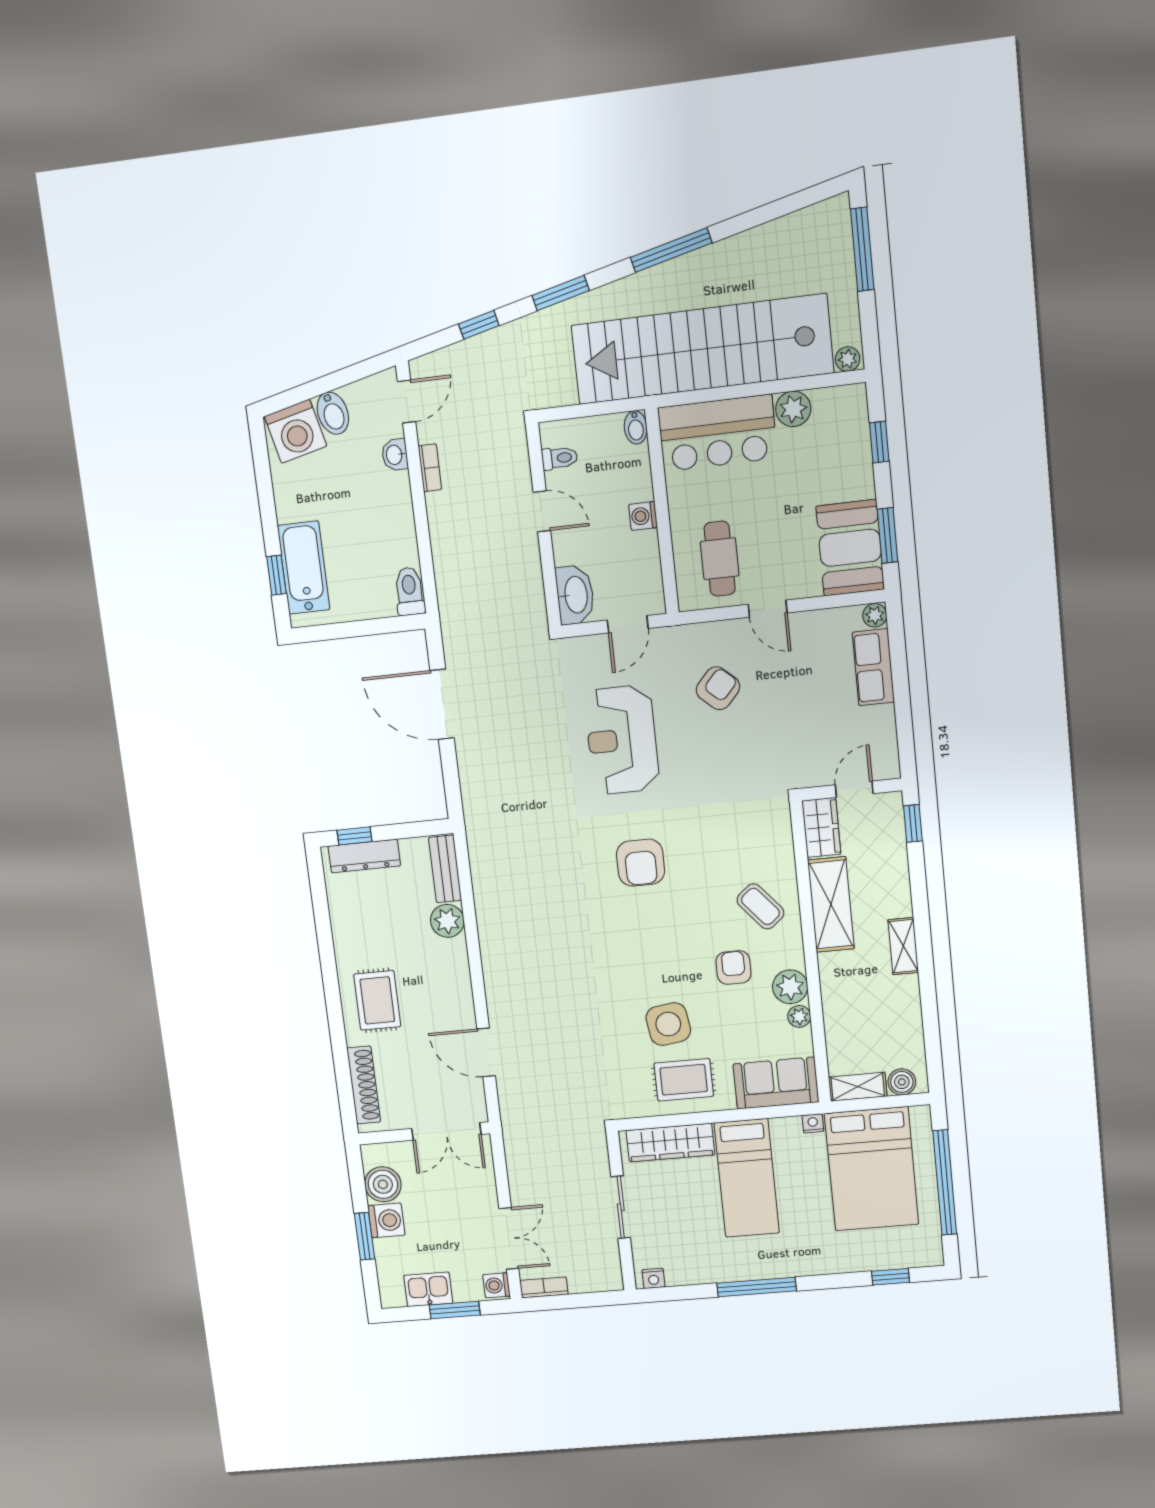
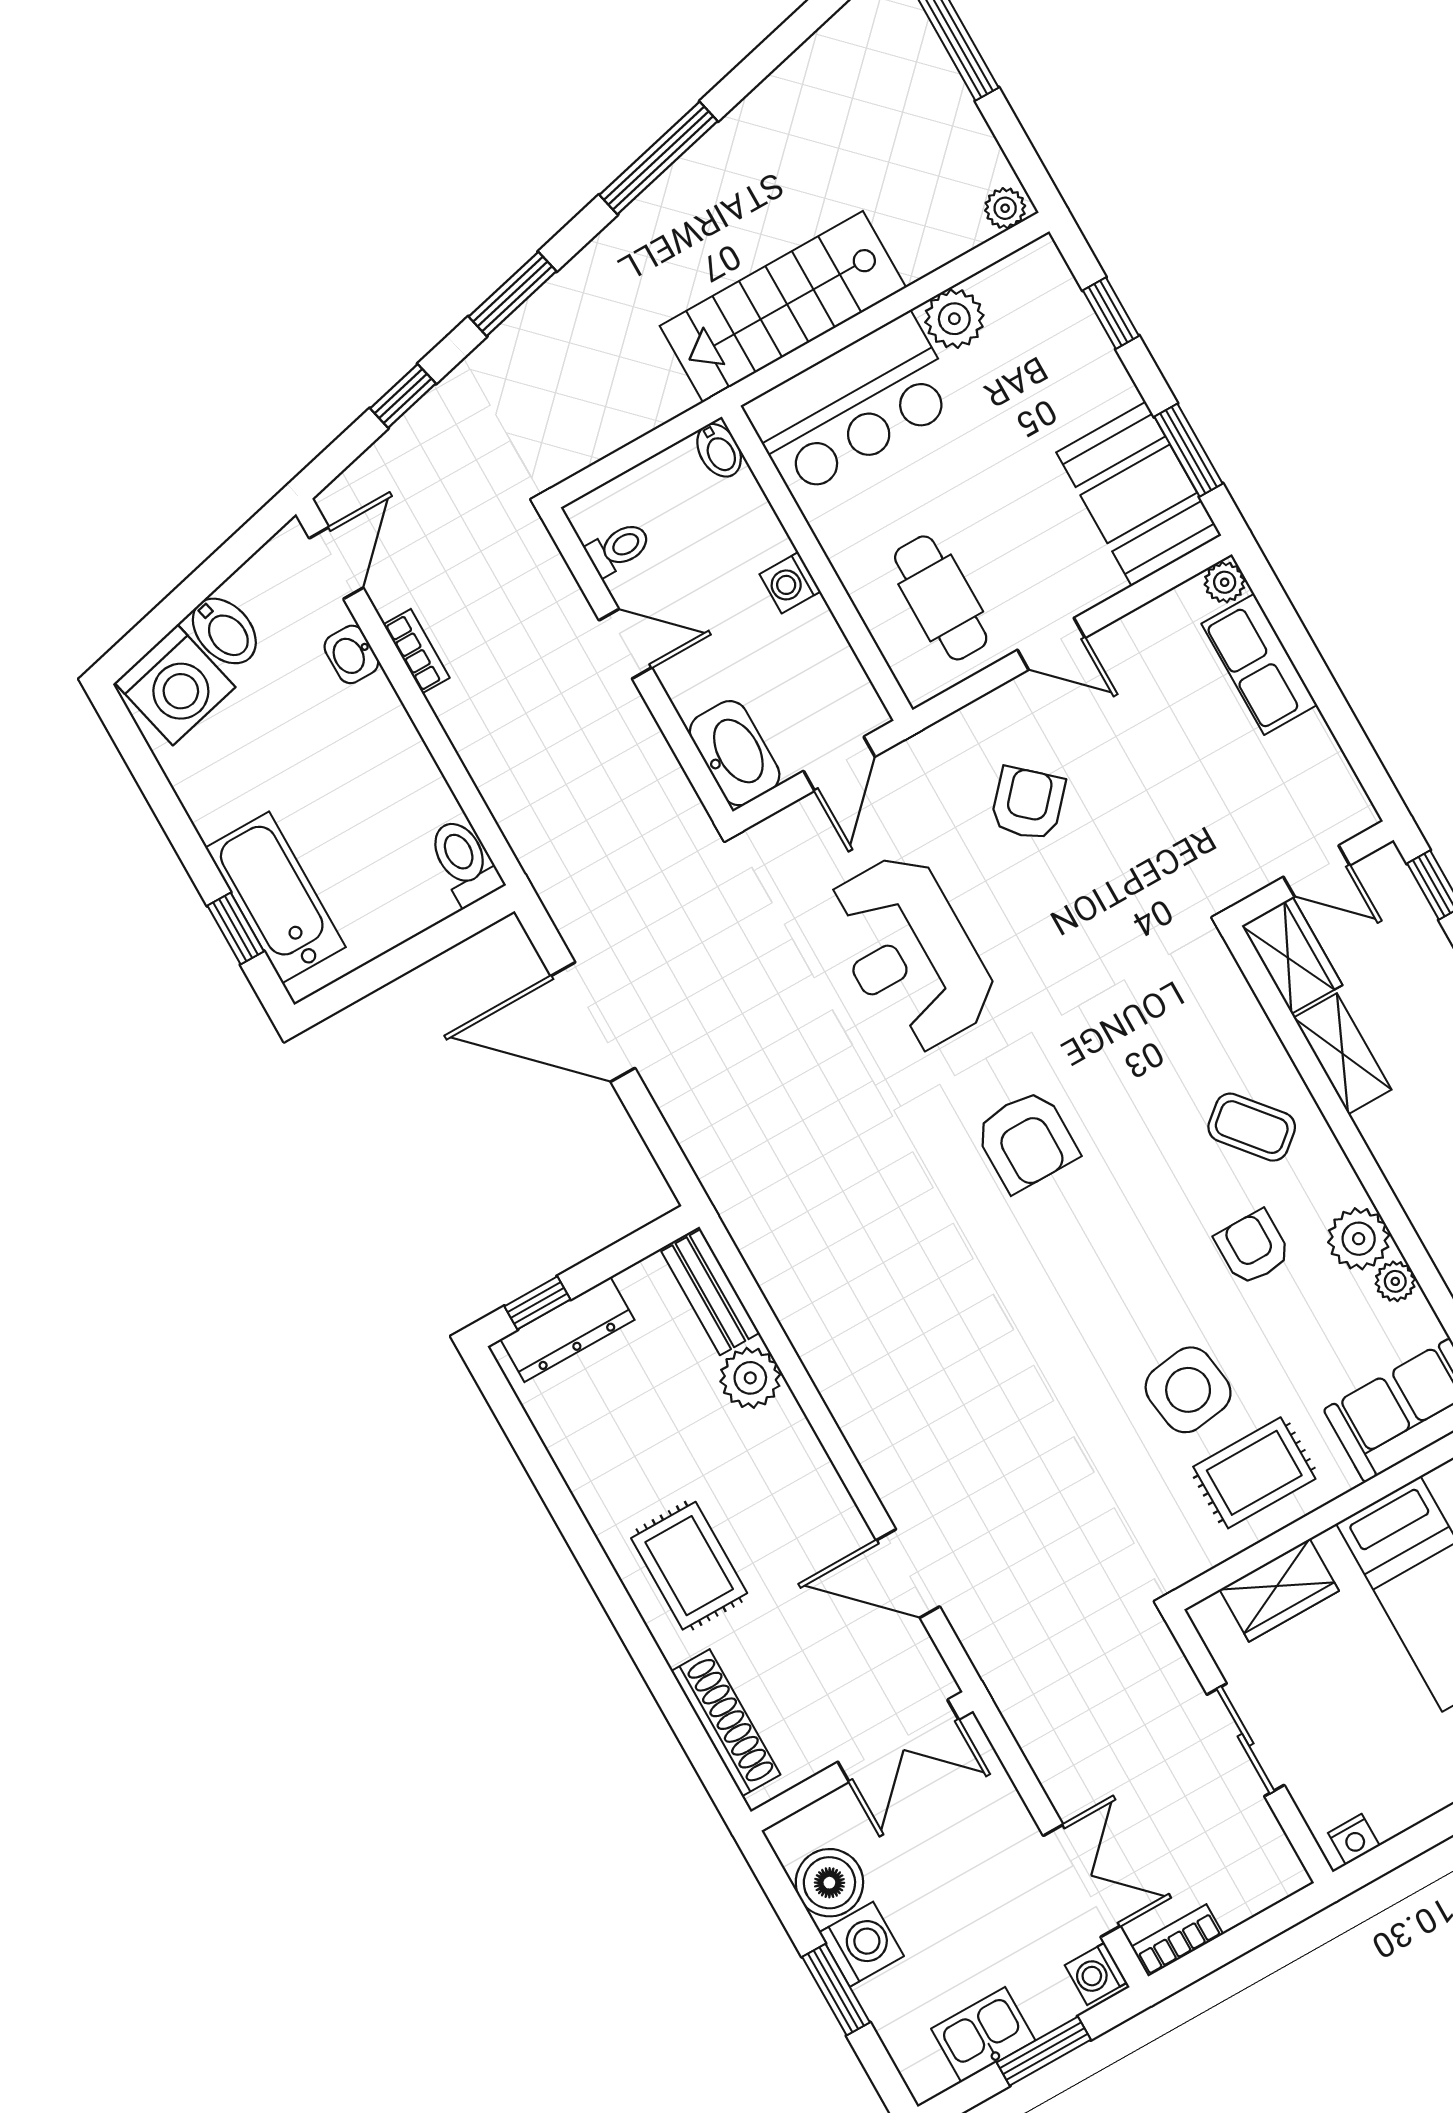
stairs: (702, 349) -> (783, 307), width x0.54, depth x0.66
door: (854, 789) -> (1317, 871), swing flipped
shelving: (831, 904) -> (1343, 1054), width x0.67, depth x0.75
wardrobe: (670, 1143) -> (1279, 1590), width x0.67

